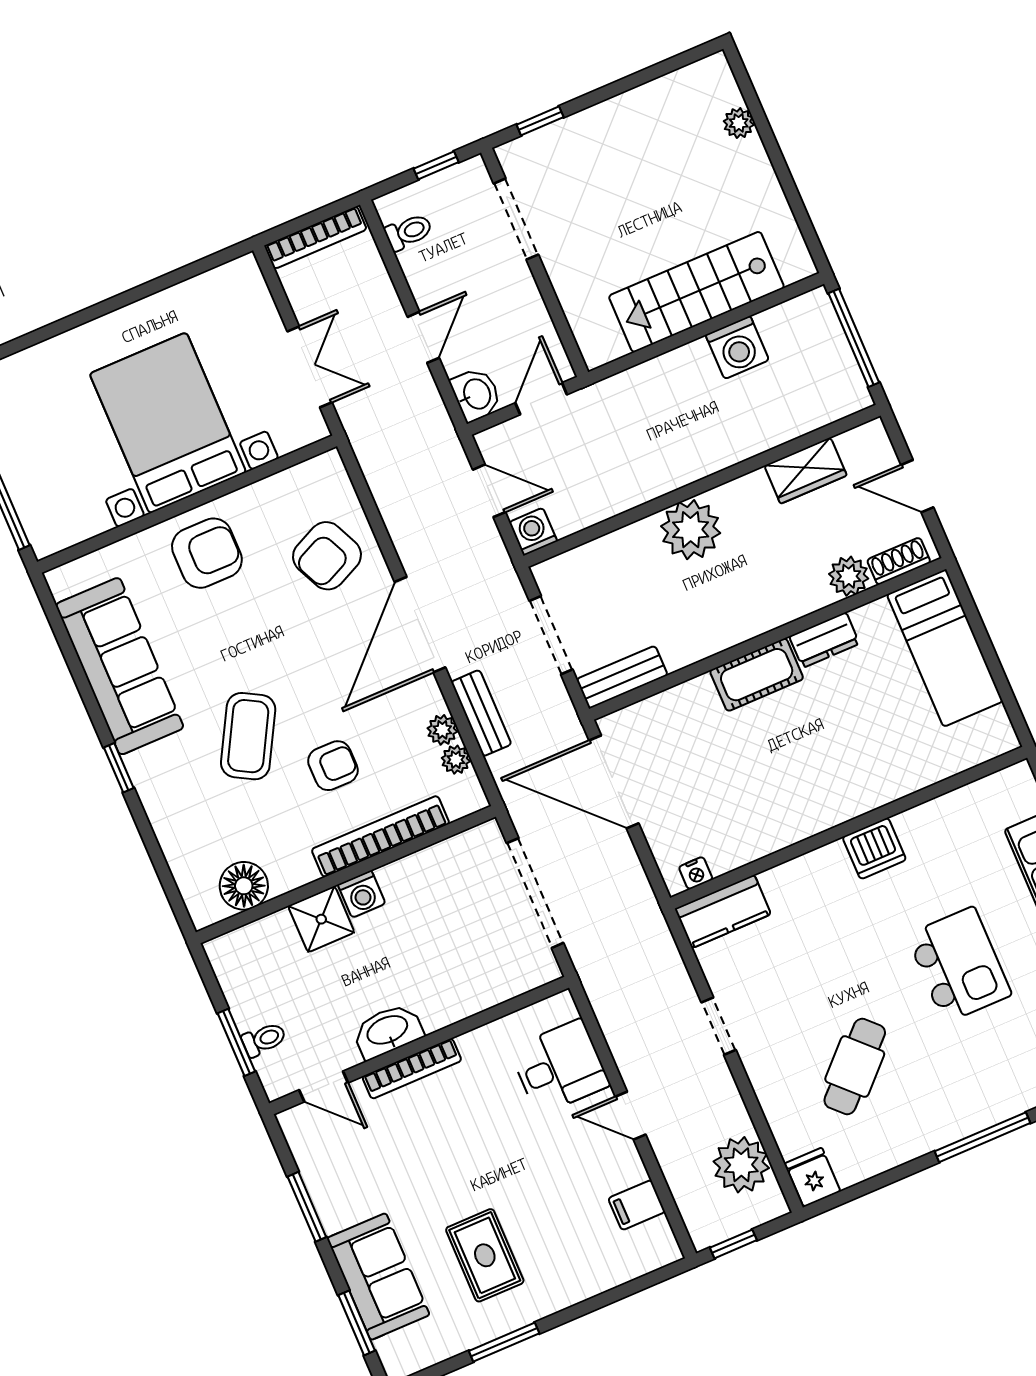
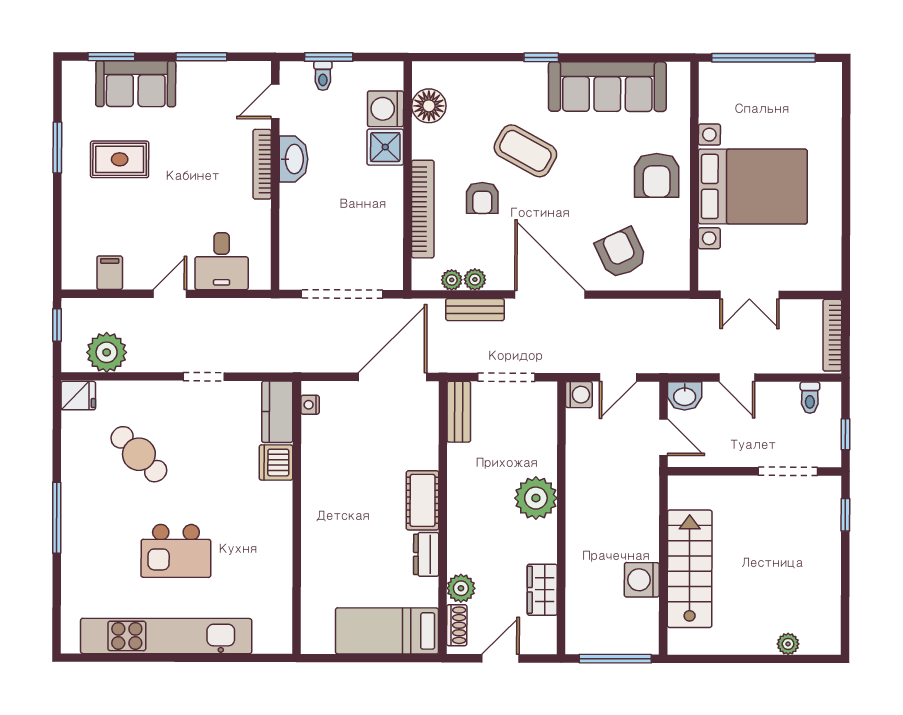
dishwasher: (874, 848) -> (276, 463), moved
washing machine: (362, 894) -> (386, 109), moved, width x1.38, depth x1.38

